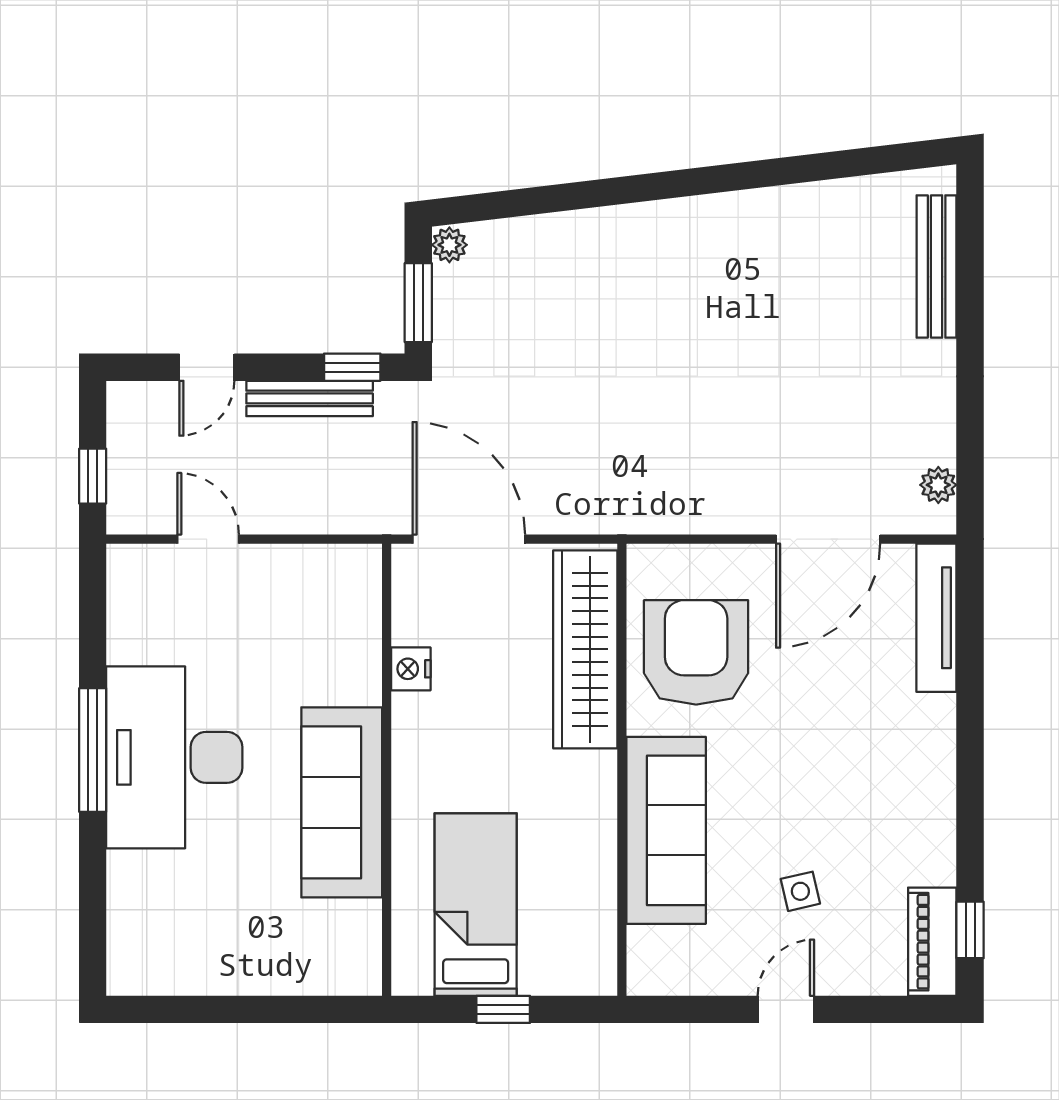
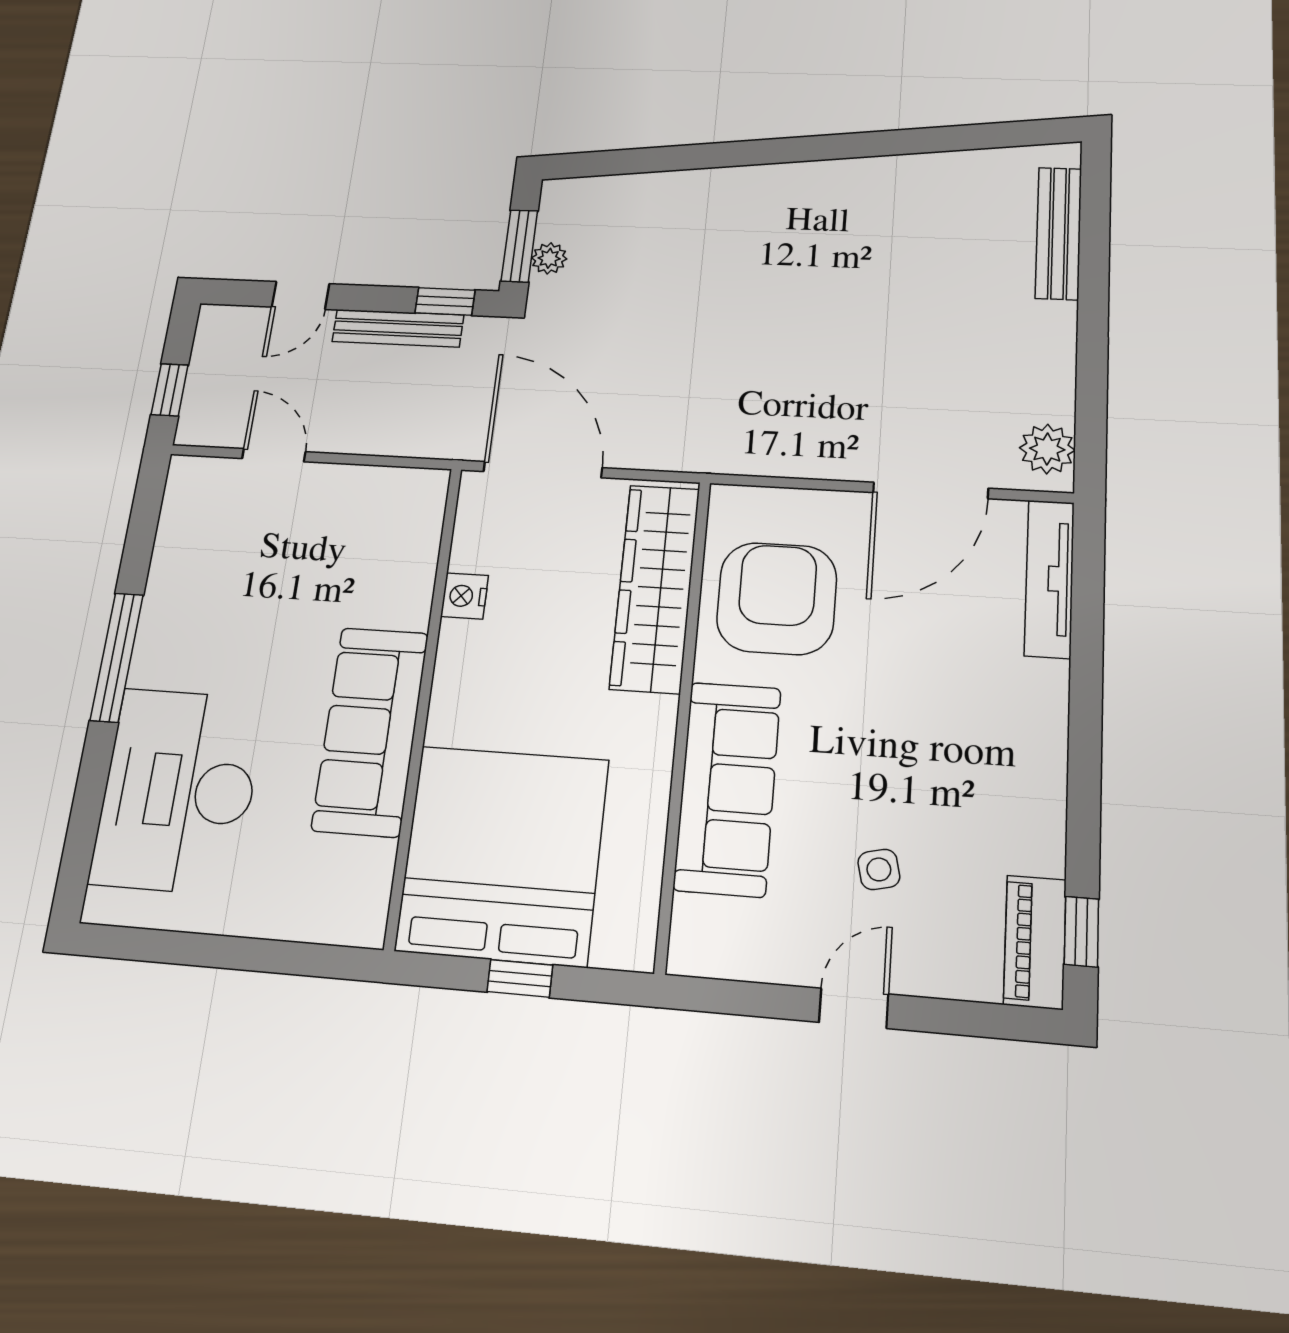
plant: (449, 245) -> (549, 258), moved
plant: (938, 485) -> (1047, 449), width x1.38, depth x1.38
desk: (174, 757) -> (178, 790), moved
bed: (476, 905) -> (503, 855), width x2.04

